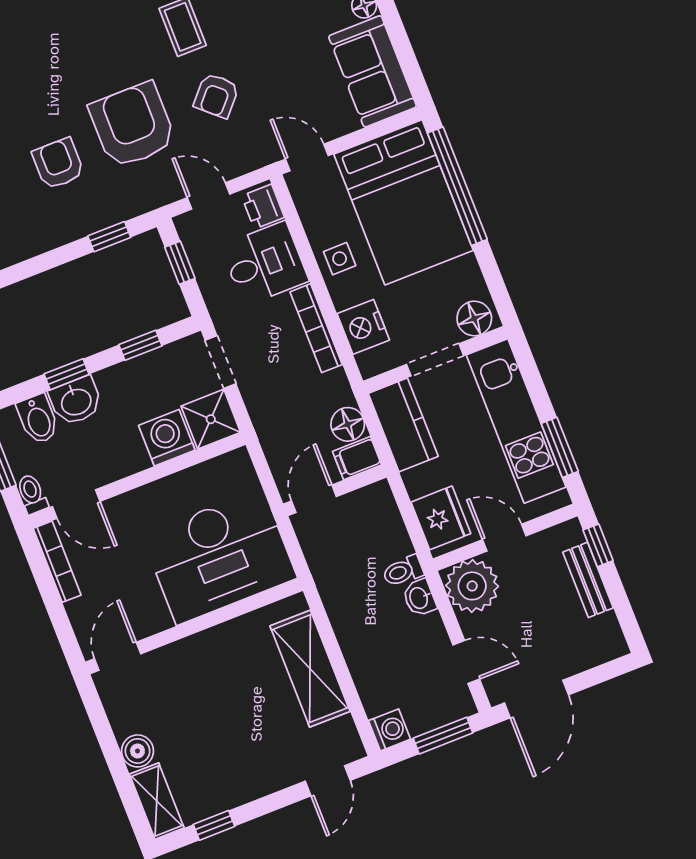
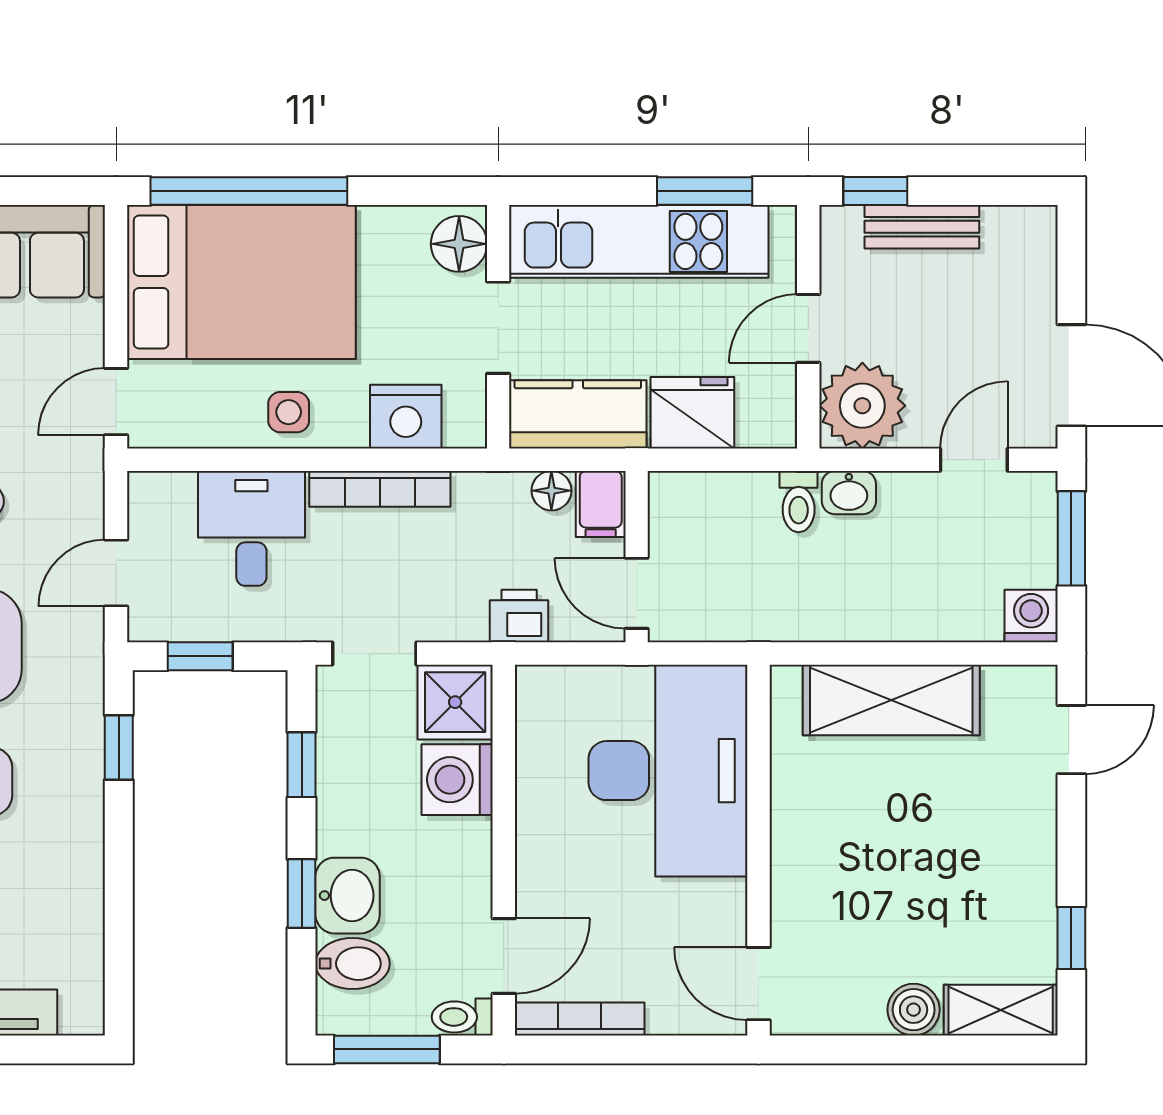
printer: (263, 207) -> (519, 616), moved, turned 180
floor lamp: (348, 424) -> (551, 491), width x0.73, depth x0.73
fridge: (441, 518) -> (692, 413), moved
door: (328, 781) -> (1071, 740), hinge flipped

